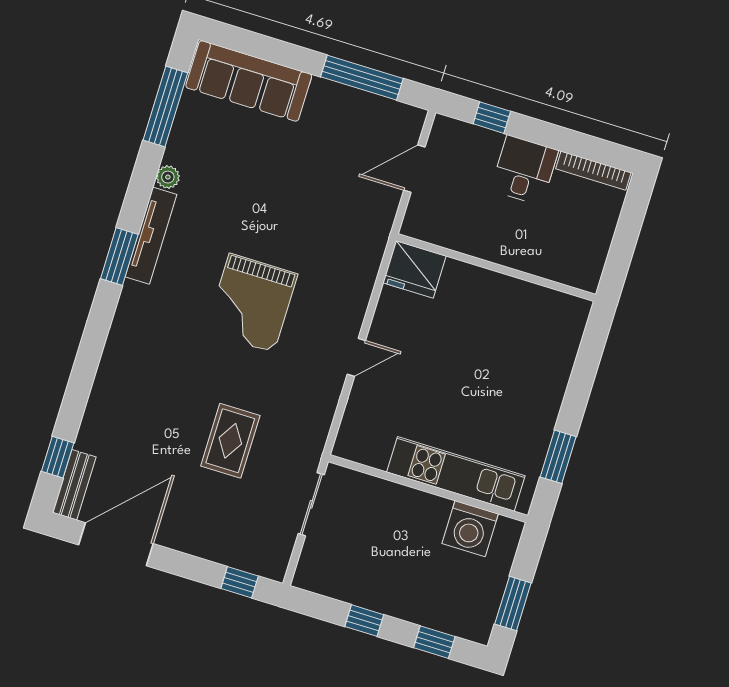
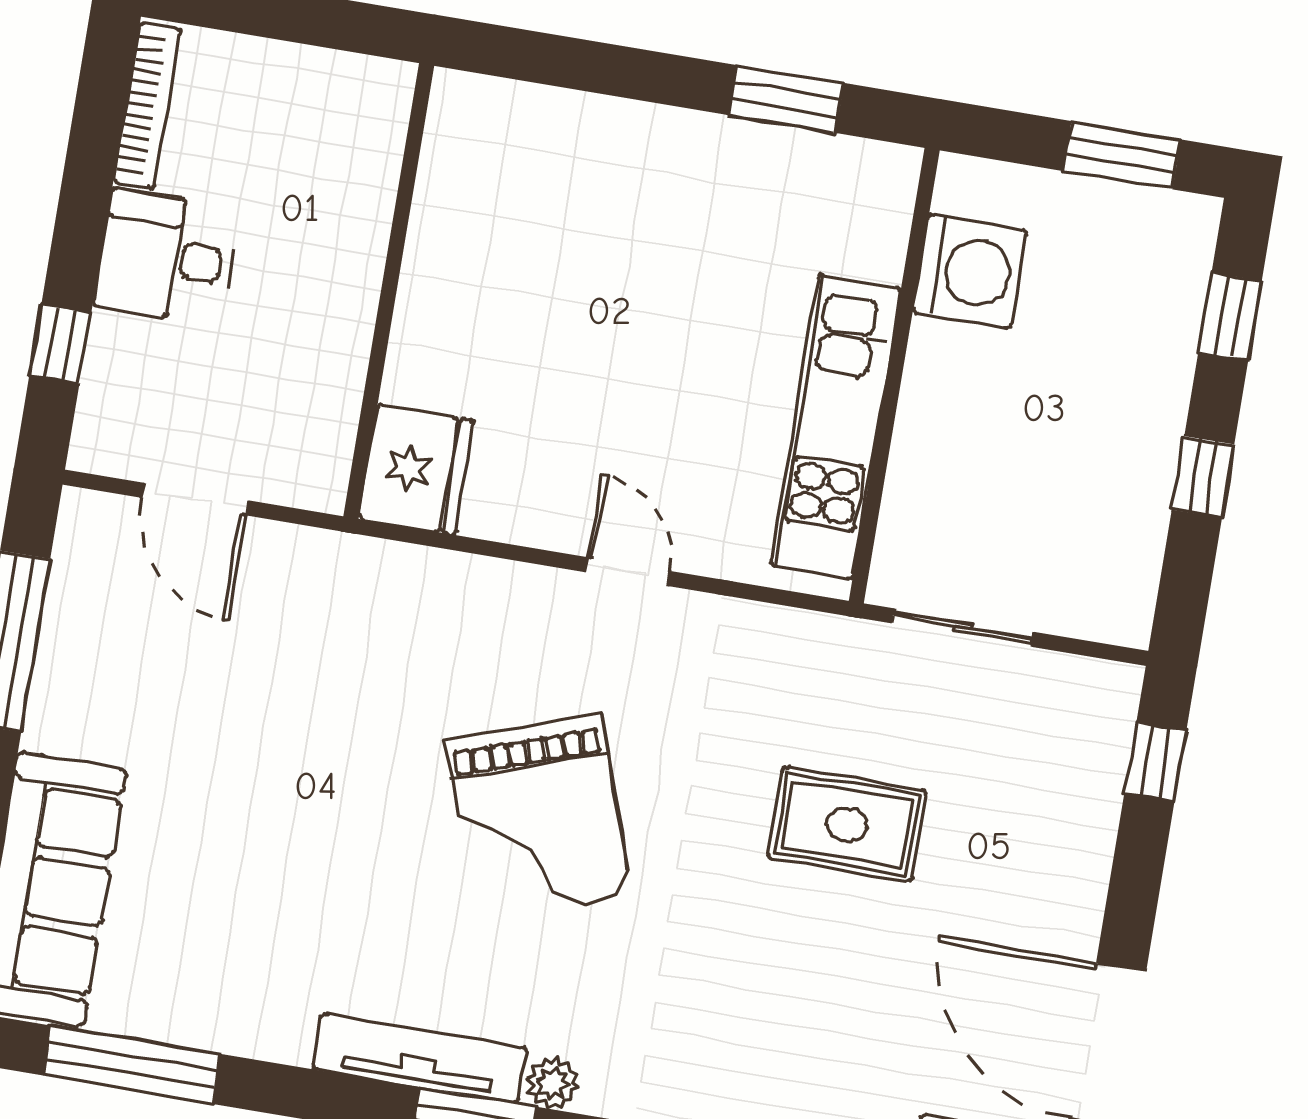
plant: (168, 177) -> (553, 1083), moved
grand piano: (252, 303) -> (538, 818), turned 71
kitchen unit: (456, 474) -> (836, 426), moved

